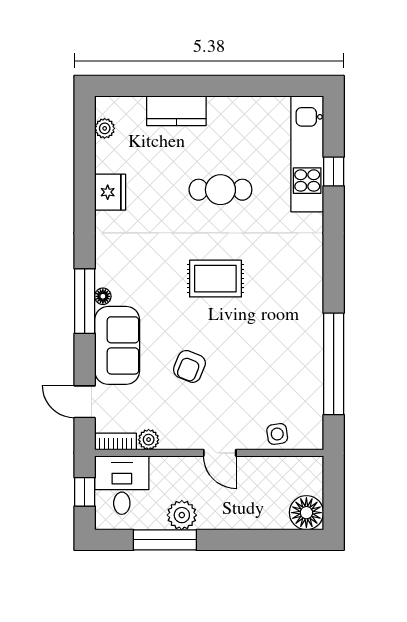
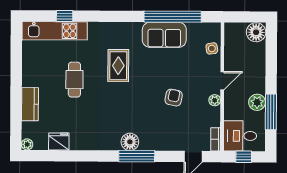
plant: (105, 128) -> (27, 144), moved
fridge: (110, 192) -> (59, 141), moved
rug: (215, 279) -> (118, 66), moved
floor lamp: (103, 296) -> (130, 142), width x1.89, depth x1.89
sofa: (117, 345) -> (164, 35), moved, turned 180
armchair: (189, 366) -> (174, 98), turned -101
plant: (149, 440) -> (215, 100), moved

